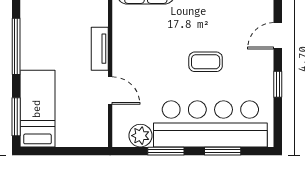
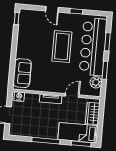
coffee table: (206, 62) -> (62, 46), width x1.86, depth x1.72
wardrobe: (78, 134) -> (93, 113), added

